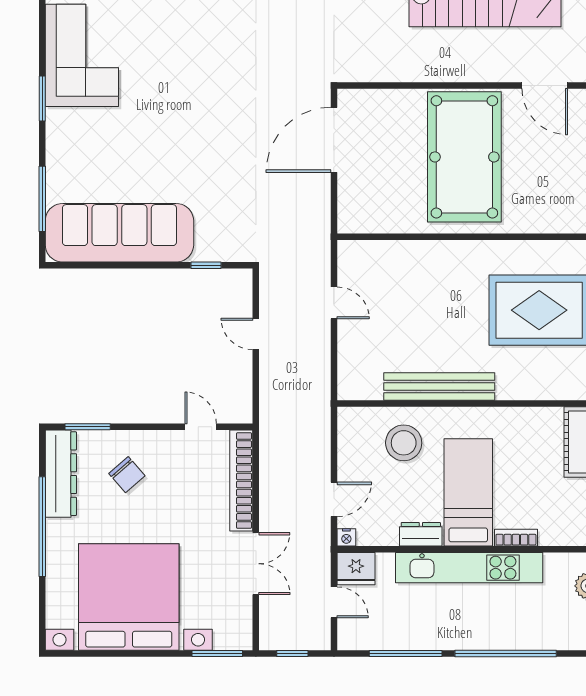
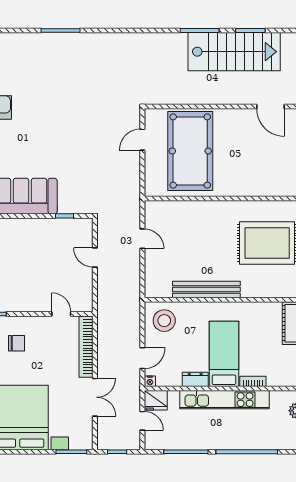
door: (334, 140) -> (142, 140), width x0.53
pool table: (464, 157) -> (190, 151), moved
stool: (404, 443) -> (164, 321), moved
chair: (127, 475) -> (17, 343), turned -49

